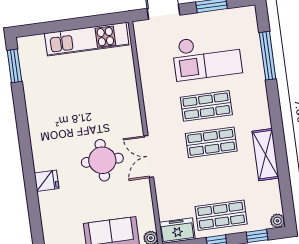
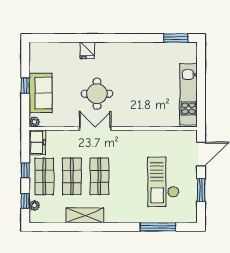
shop shelf: (206, 106) -> (72, 176), moved
plant: (277, 221) -> (34, 205), moved

